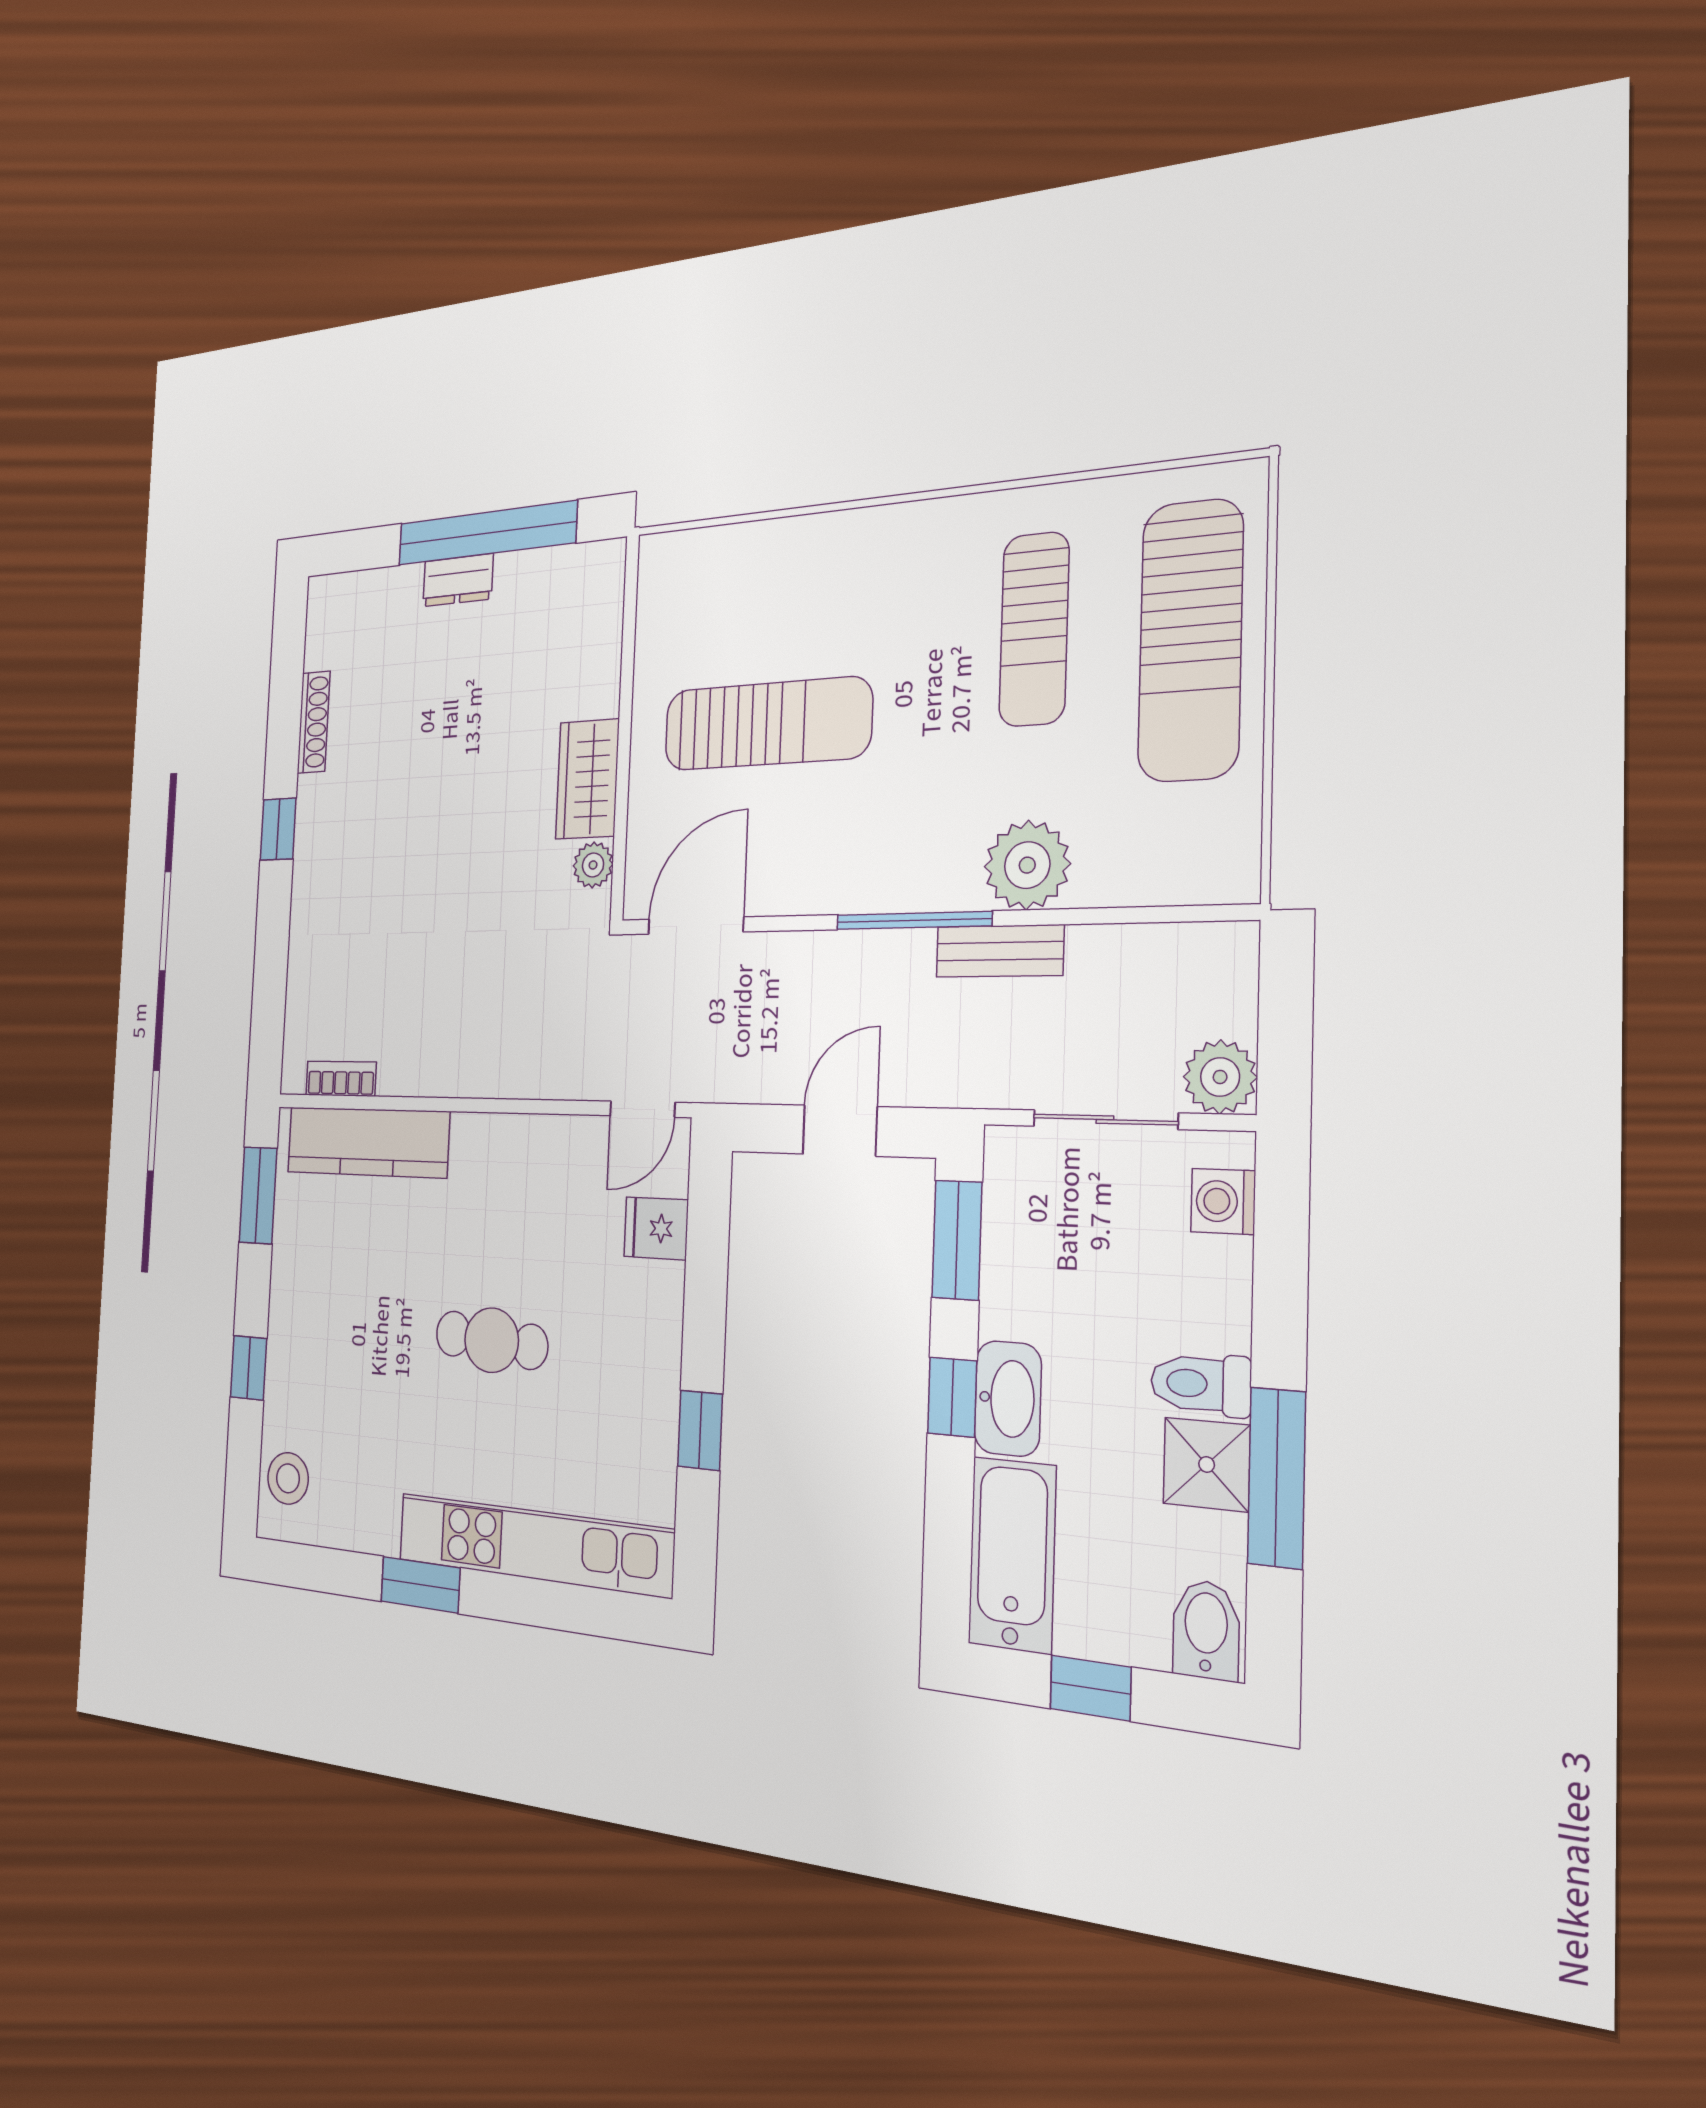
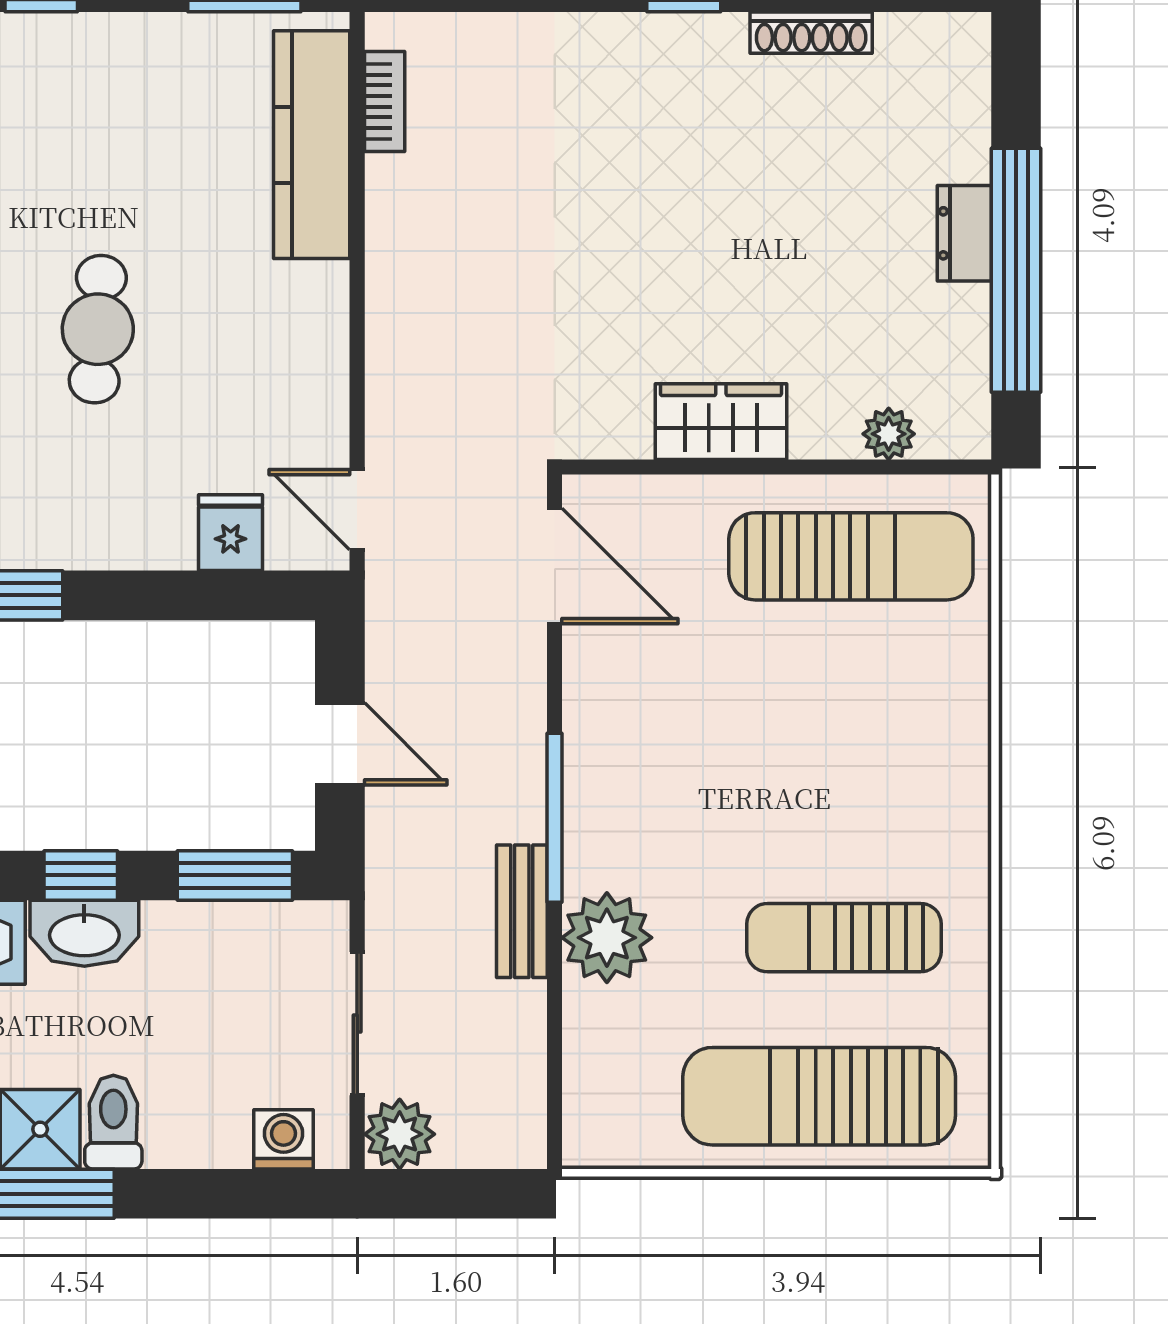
sun lounger: (767, 724) -> (851, 556), moved, turned -90
plant: (593, 865) -> (889, 434), moved

